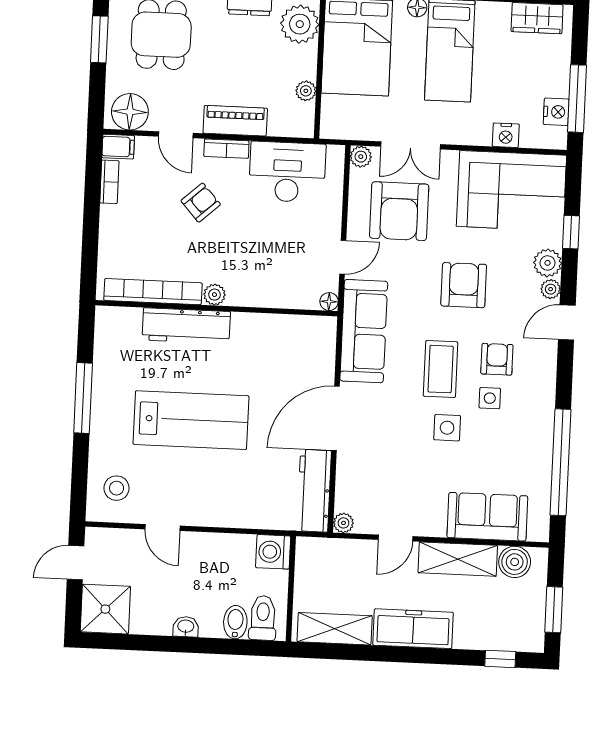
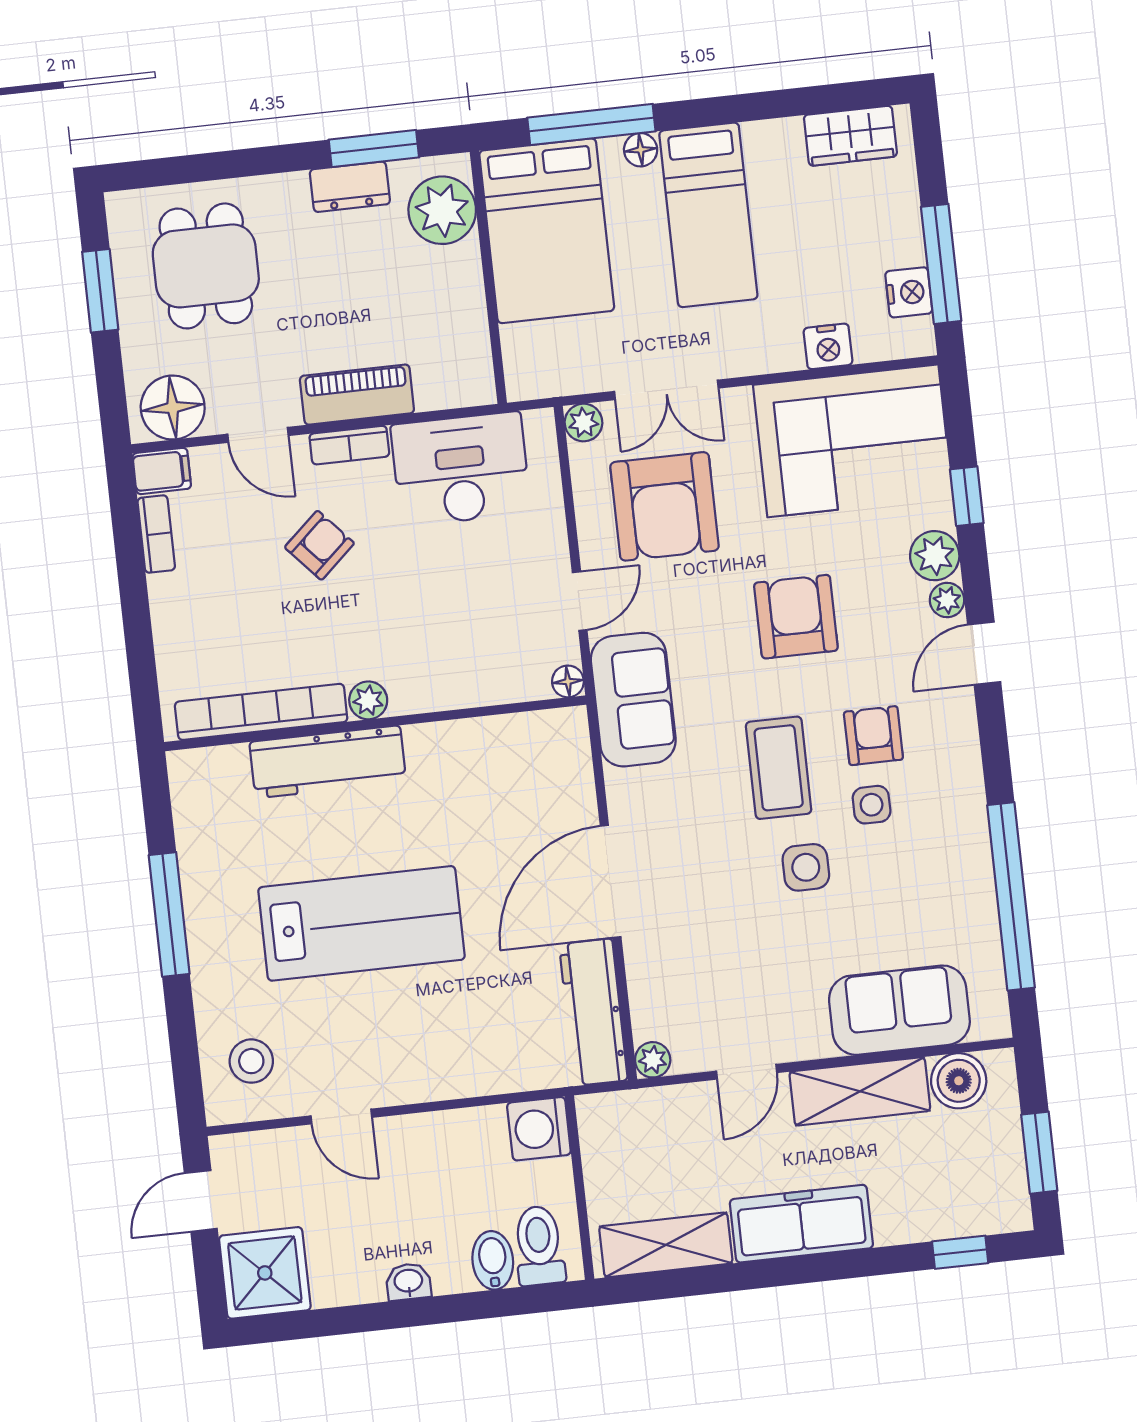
plant: (306, 91) -> (471, 324), removed
sofa: (364, 331) -> (633, 700), width x0.73

